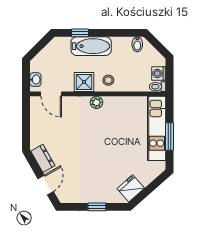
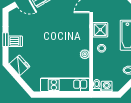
plant: (96, 102) -> (85, 54), moved
window: (170, 137) -> (59, 95), removed
dishwasher: (99, 194) -> (15, 41), added

